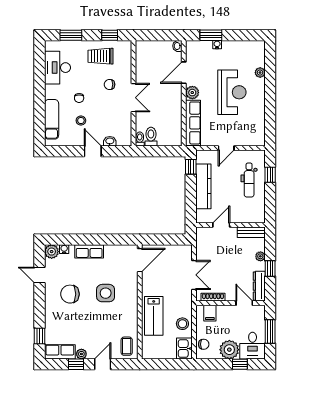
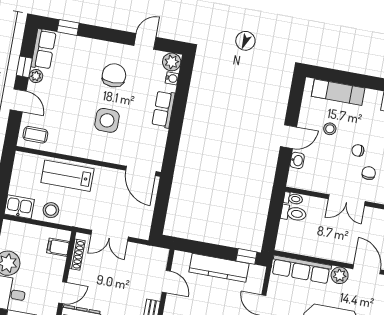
chair: (79, 98) -> (358, 150), moved
chair: (204, 344) -> (20, 232), removed

